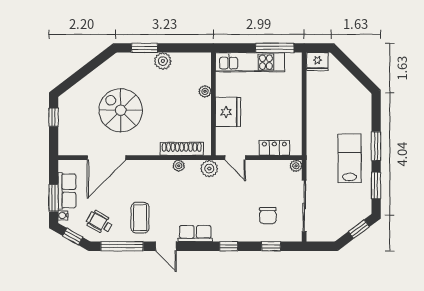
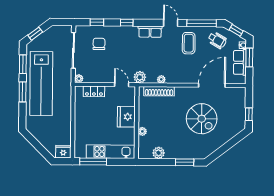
plant: (163, 61) -> (159, 153), moved
lab bench: (350, 158) -> (41, 83), width x1.86, depth x1.39

